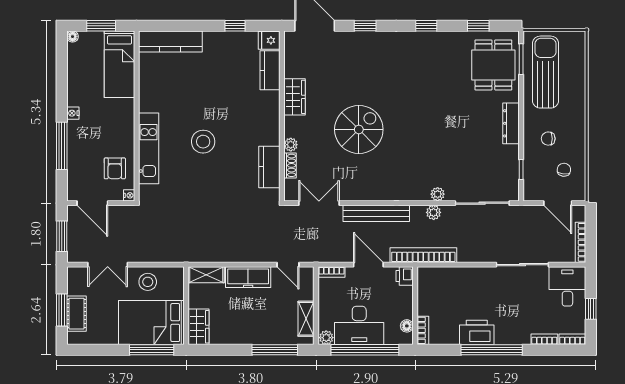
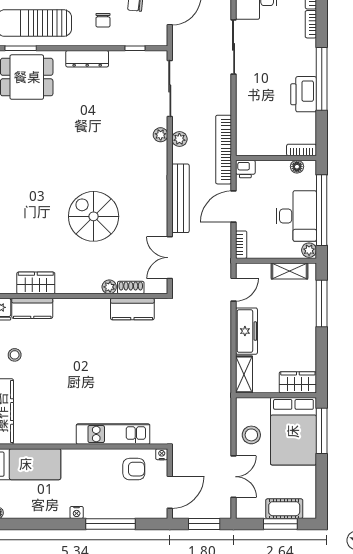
wardrobe: (294, 97) -> (36, 283), moved
stool: (203, 142) -> (15, 355), moved, width x0.53, depth x0.53

